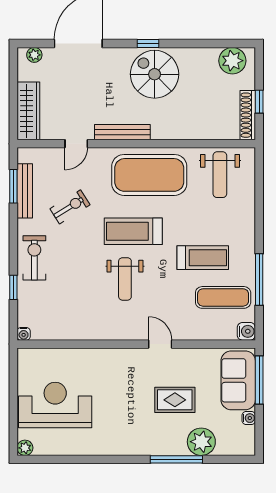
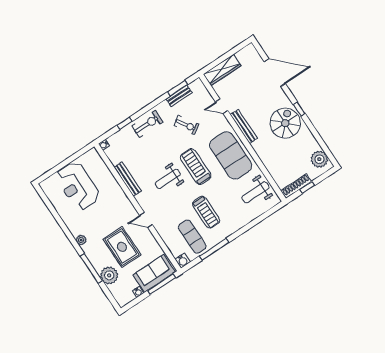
plant: (34, 55) -> (254, 53), removed
bench: (25, 191) -> (179, 96), width x0.73
bench: (90, 332) -> (128, 179), added
door: (160, 344) -> (146, 220), swing flipped
rug: (175, 400) -> (122, 247), width x1.36, depth x1.43
reception desk: (55, 405) -> (78, 186), turned 180
plant: (25, 448) -> (81, 240), moved

